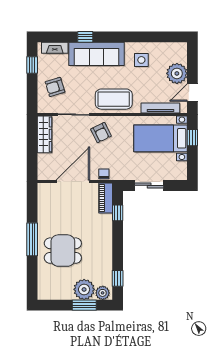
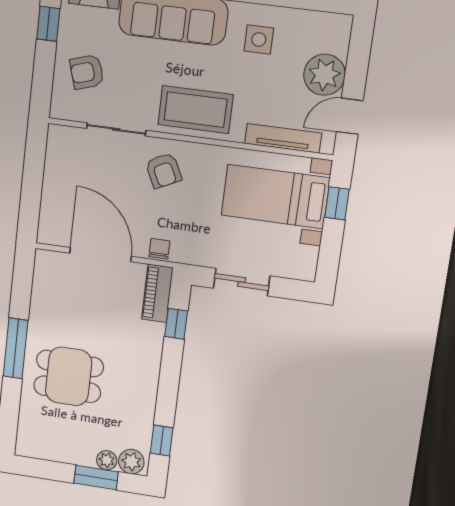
wardrobe: (44, 134) -> (58, 160), removed
door: (73, 182) -> (101, 255), hinge flipped
plant: (84, 289) -> (107, 460), width x0.53, depth x0.53

